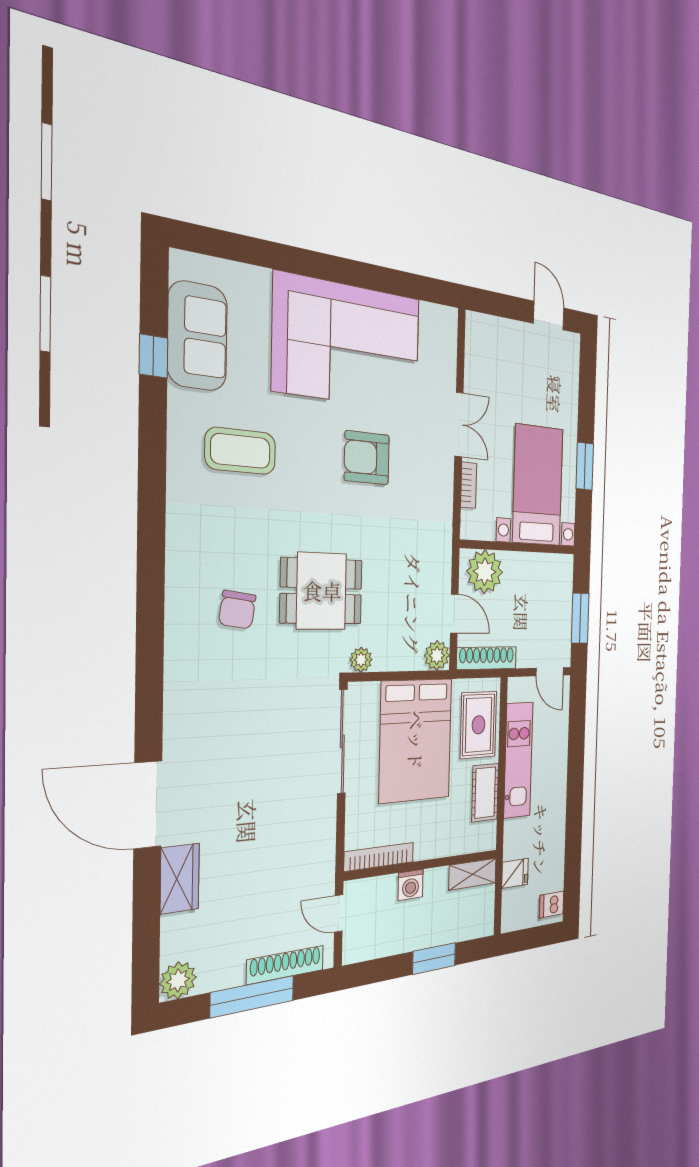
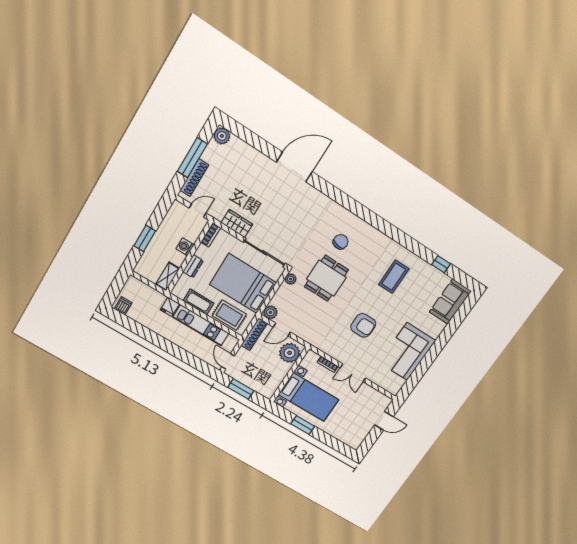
door: (549, 316) -> (384, 421), moved
sofa: (198, 336) -> (450, 302), moved, turned 90
corner sofa: (348, 343) -> (407, 352), width x0.73, depth x0.74
armchair: (367, 458) -> (363, 325), turned 90
chair: (237, 610) -> (341, 242), turned 92
door: (550, 672) -> (228, 361), hinge flipped
dresser: (434, 847) -> (193, 266), added
bookcase: (379, 857) -> (211, 235), width x0.64
fridge: (515, 873) -> (170, 307), moved
wardrobe: (180, 879) -> (237, 223), moved, turned 180

